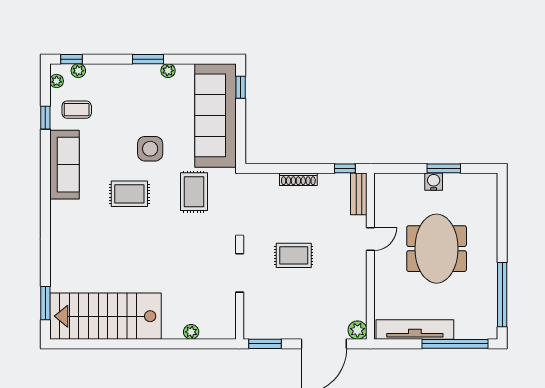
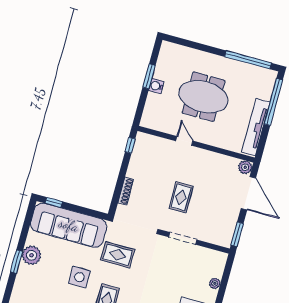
plant: (168, 71) -> (31, 255), width x1.87, depth x1.87
shoe rack: (298, 179) -> (126, 191), moved
bench: (359, 194) -> (151, 140), removed

